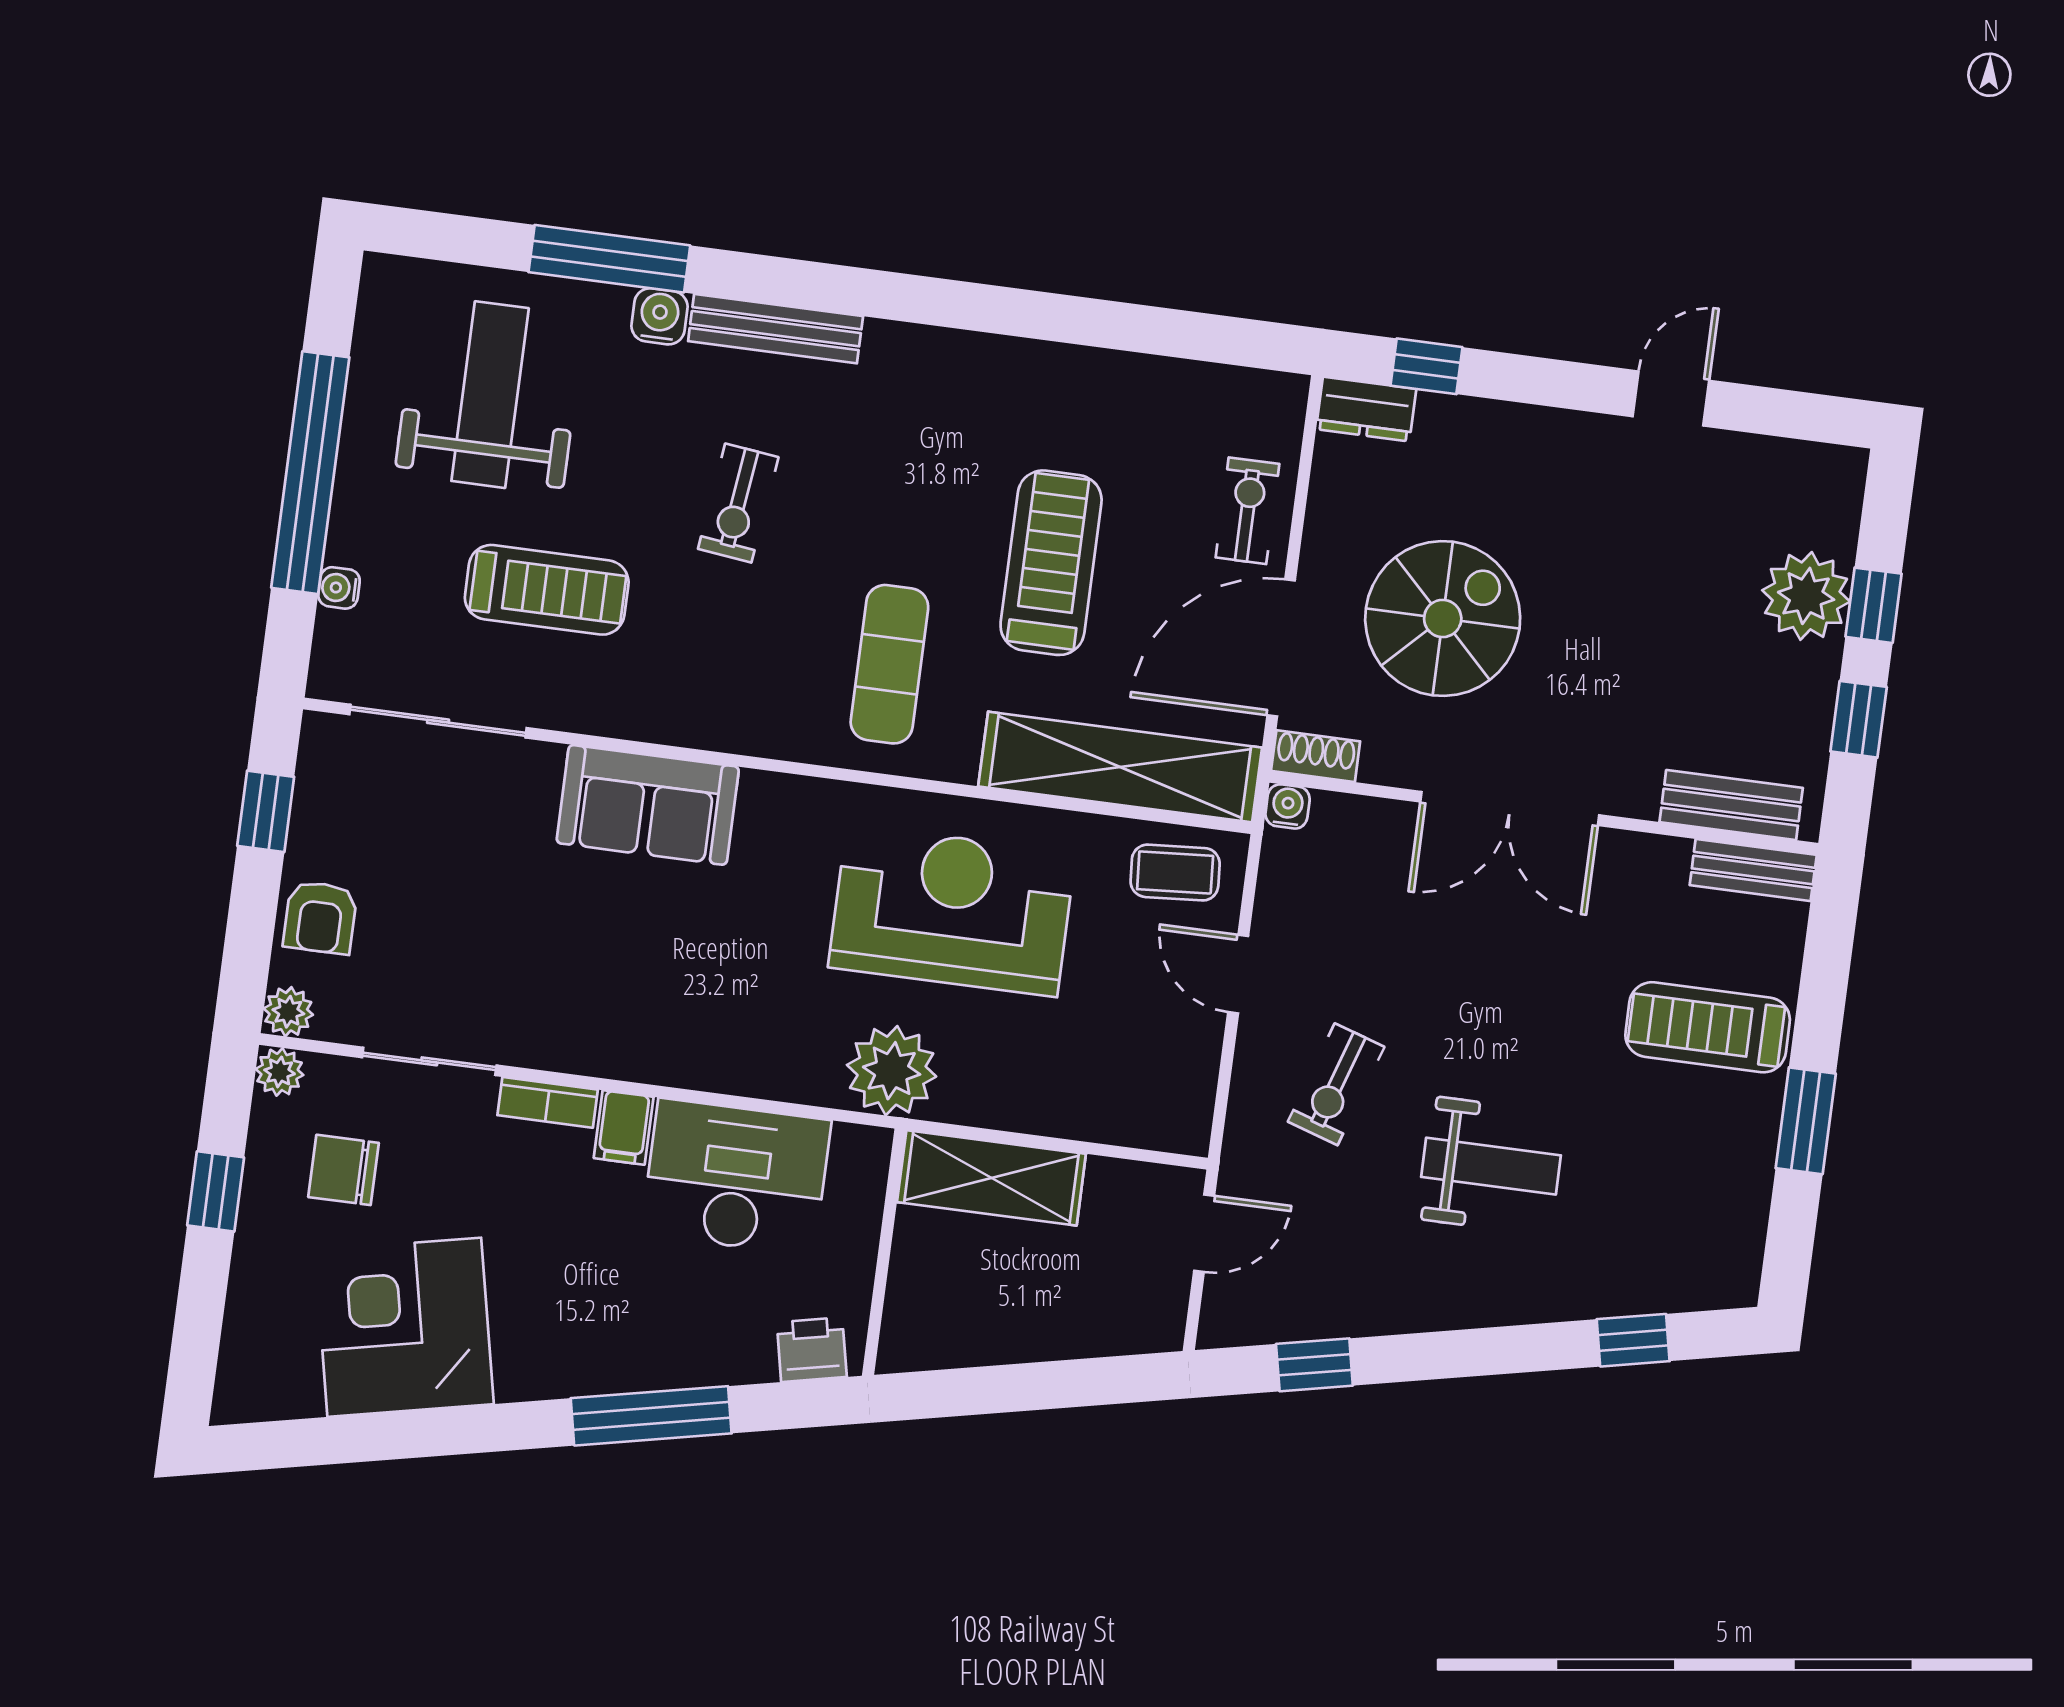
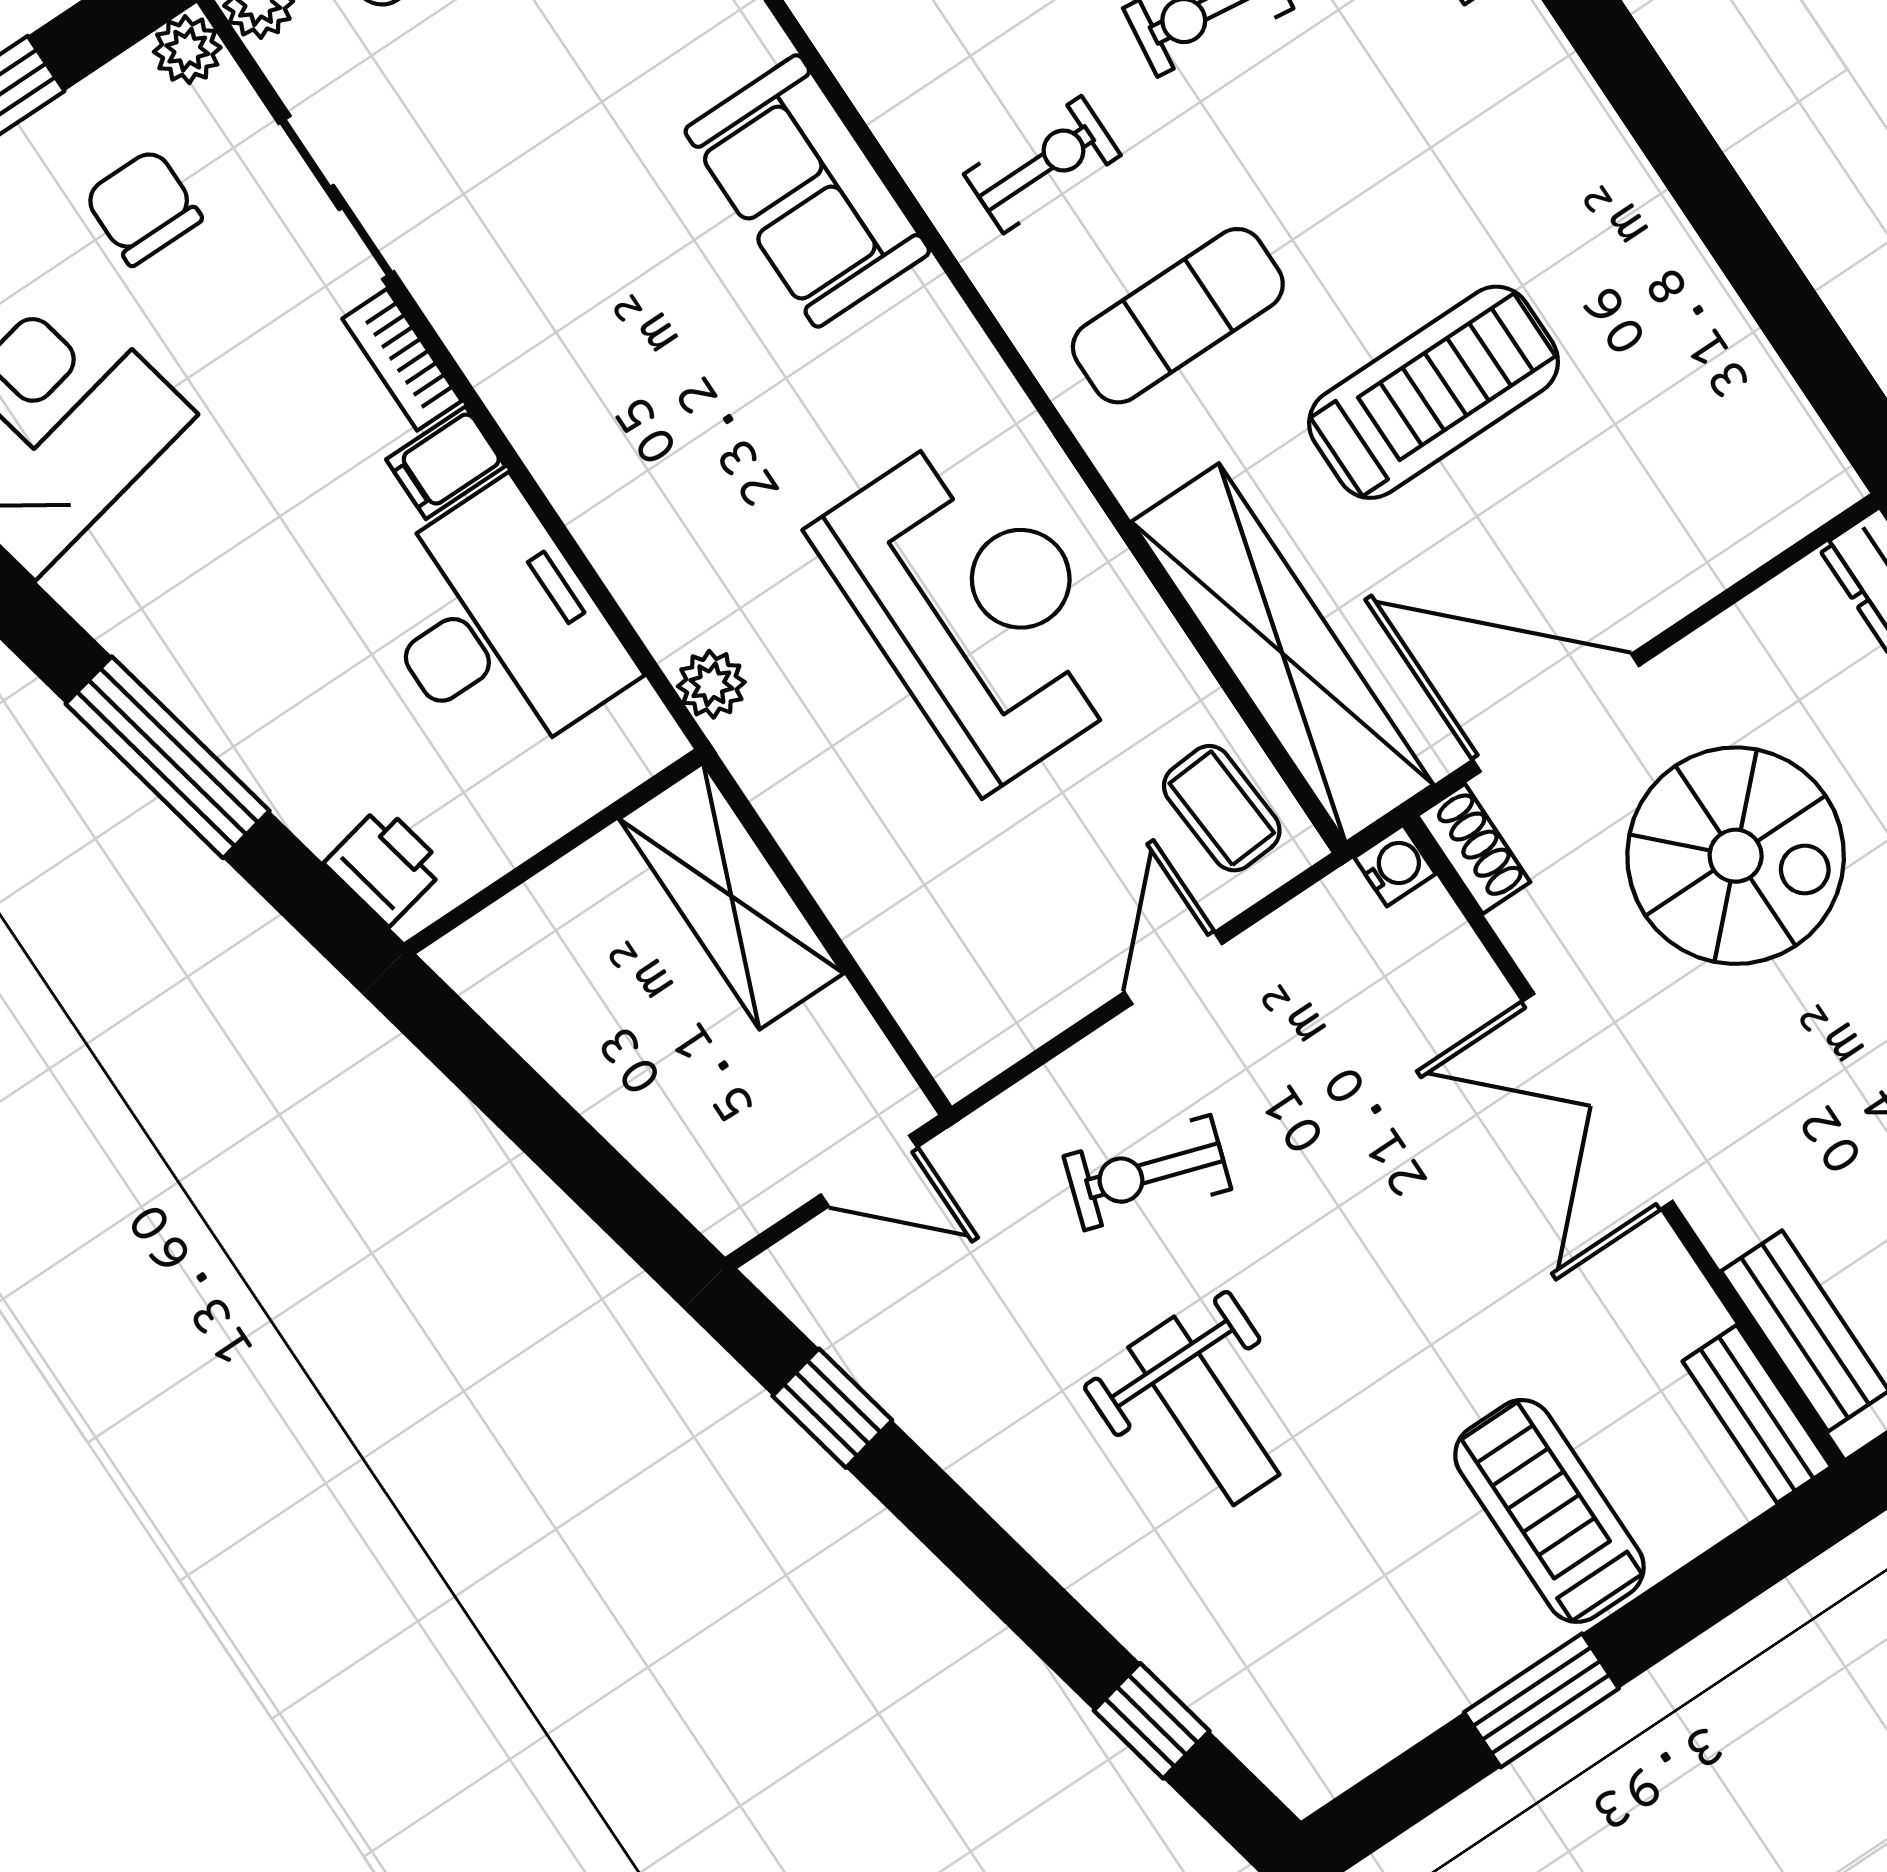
exercise bike: (1247, 511) -> (1042, 165), moved
plant: (892, 1071) -> (711, 684), width x0.53, depth x0.53

